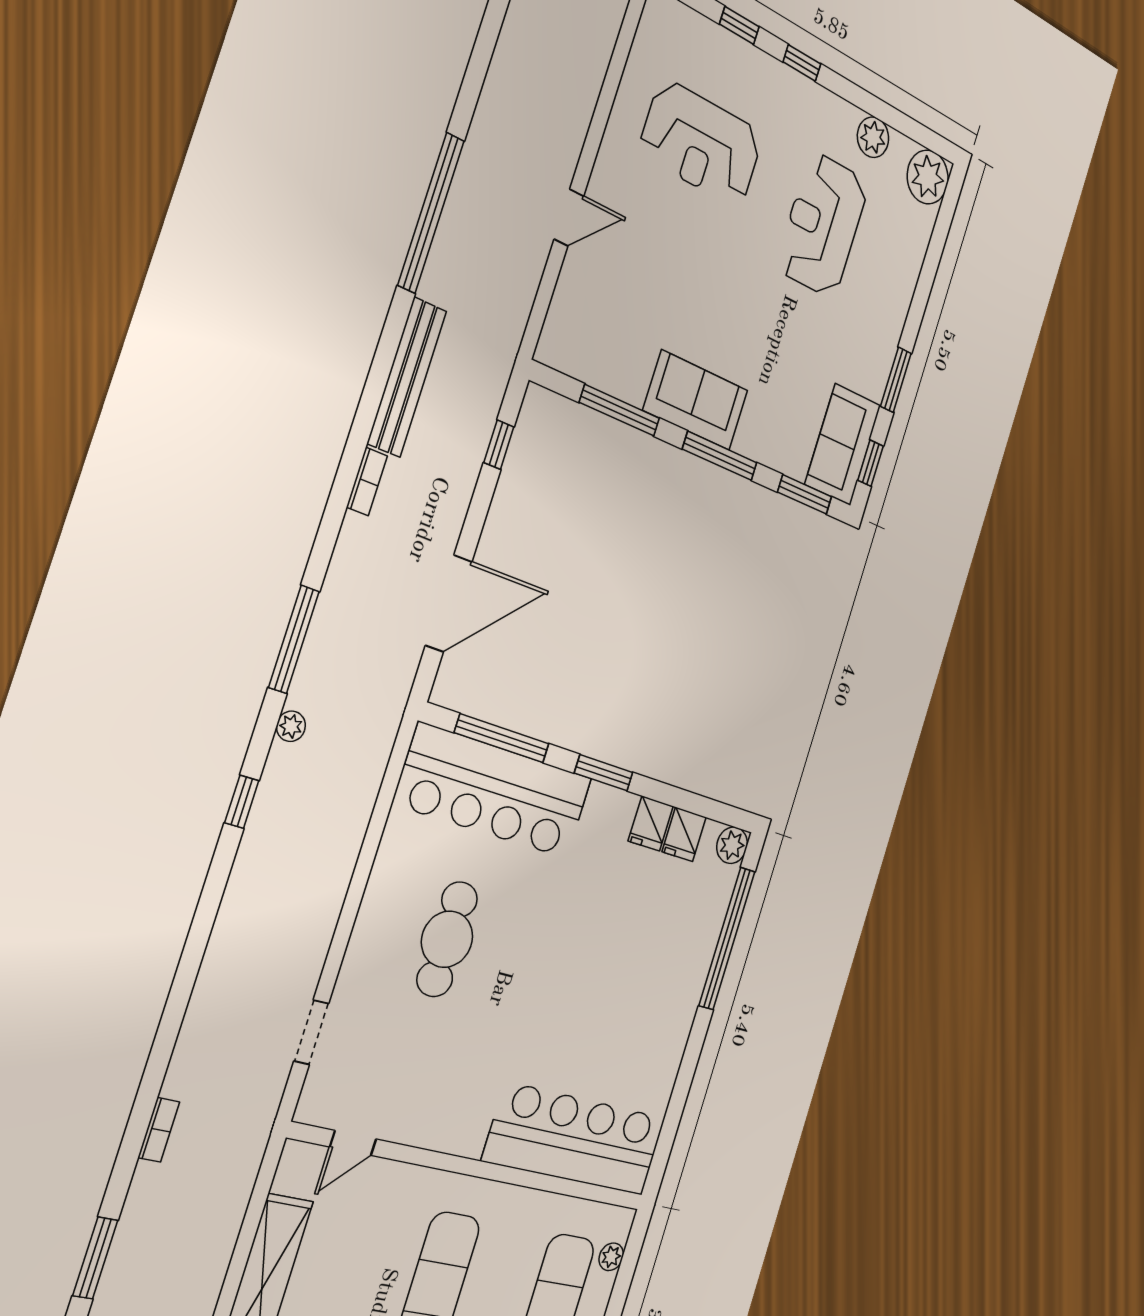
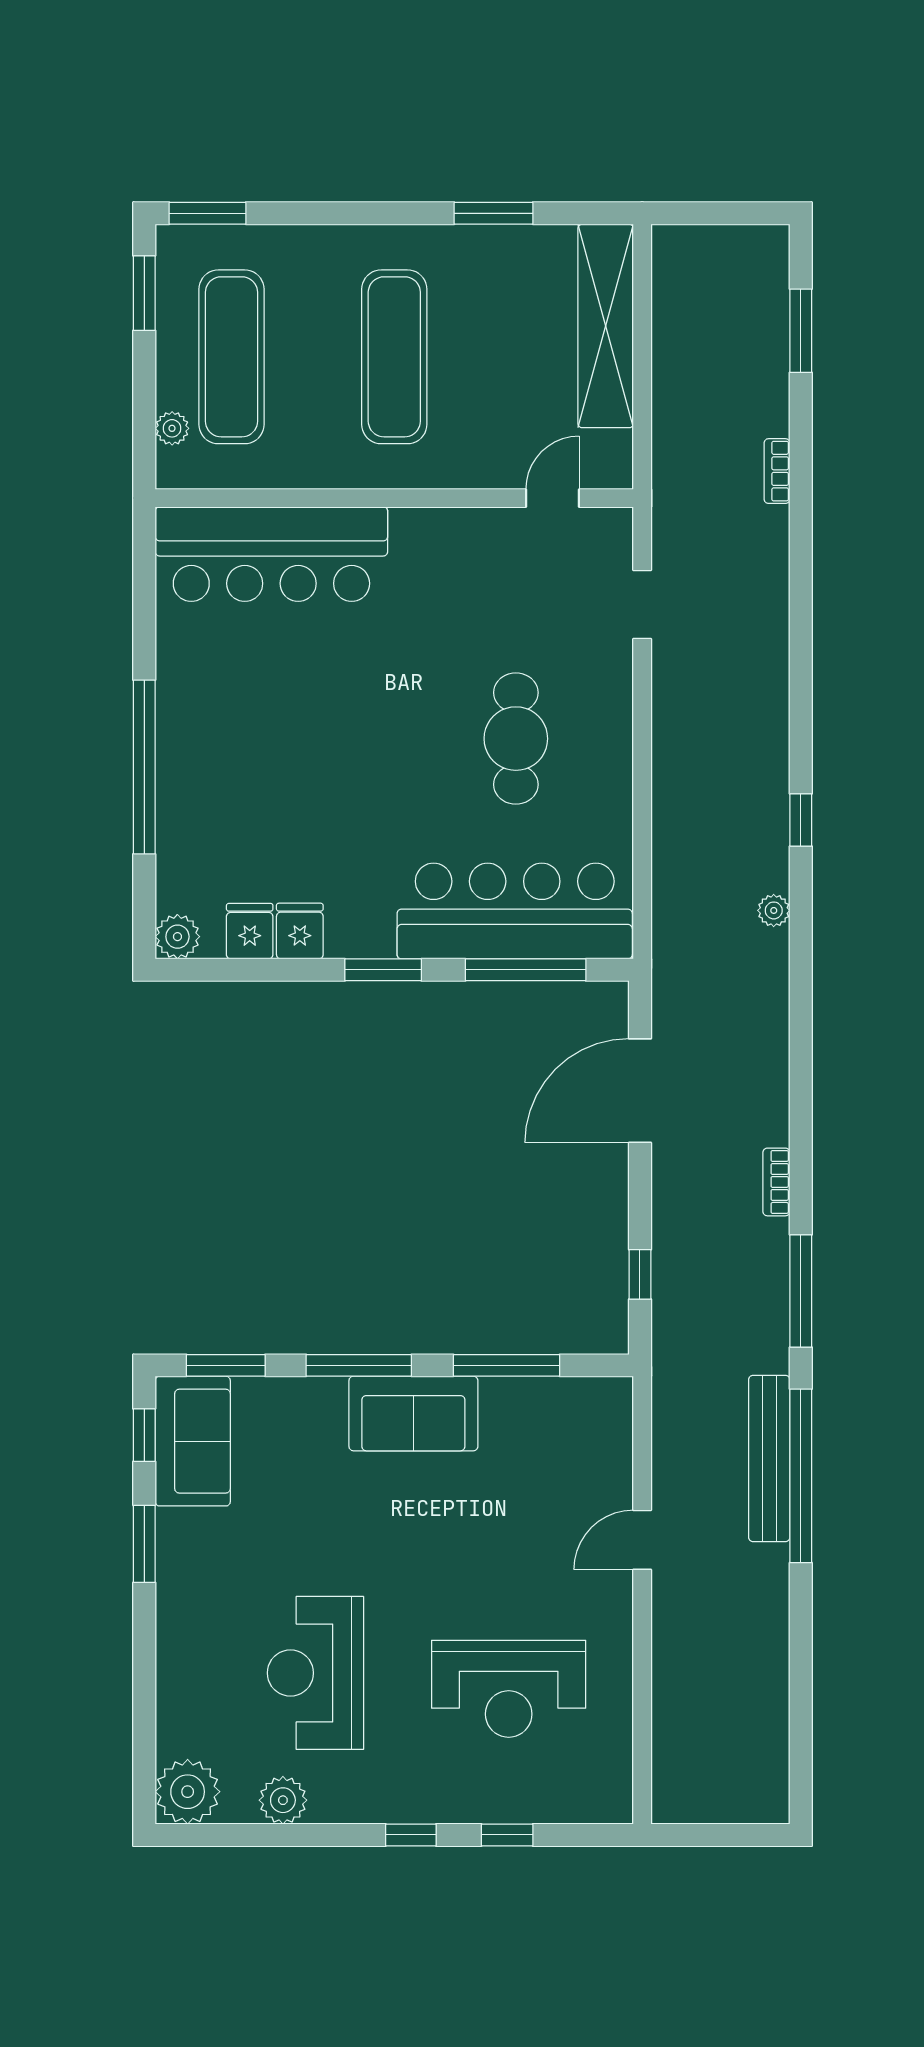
reception desk: (701, 143) -> (509, 1689), turned 180
reception desk: (823, 225) -> (315, 1673), turned 180
bench: (407, 377) -> (769, 1458), moved
window: (294, 639) -> (801, 1291), moved
window: (727, 939) -> (144, 767), moved

